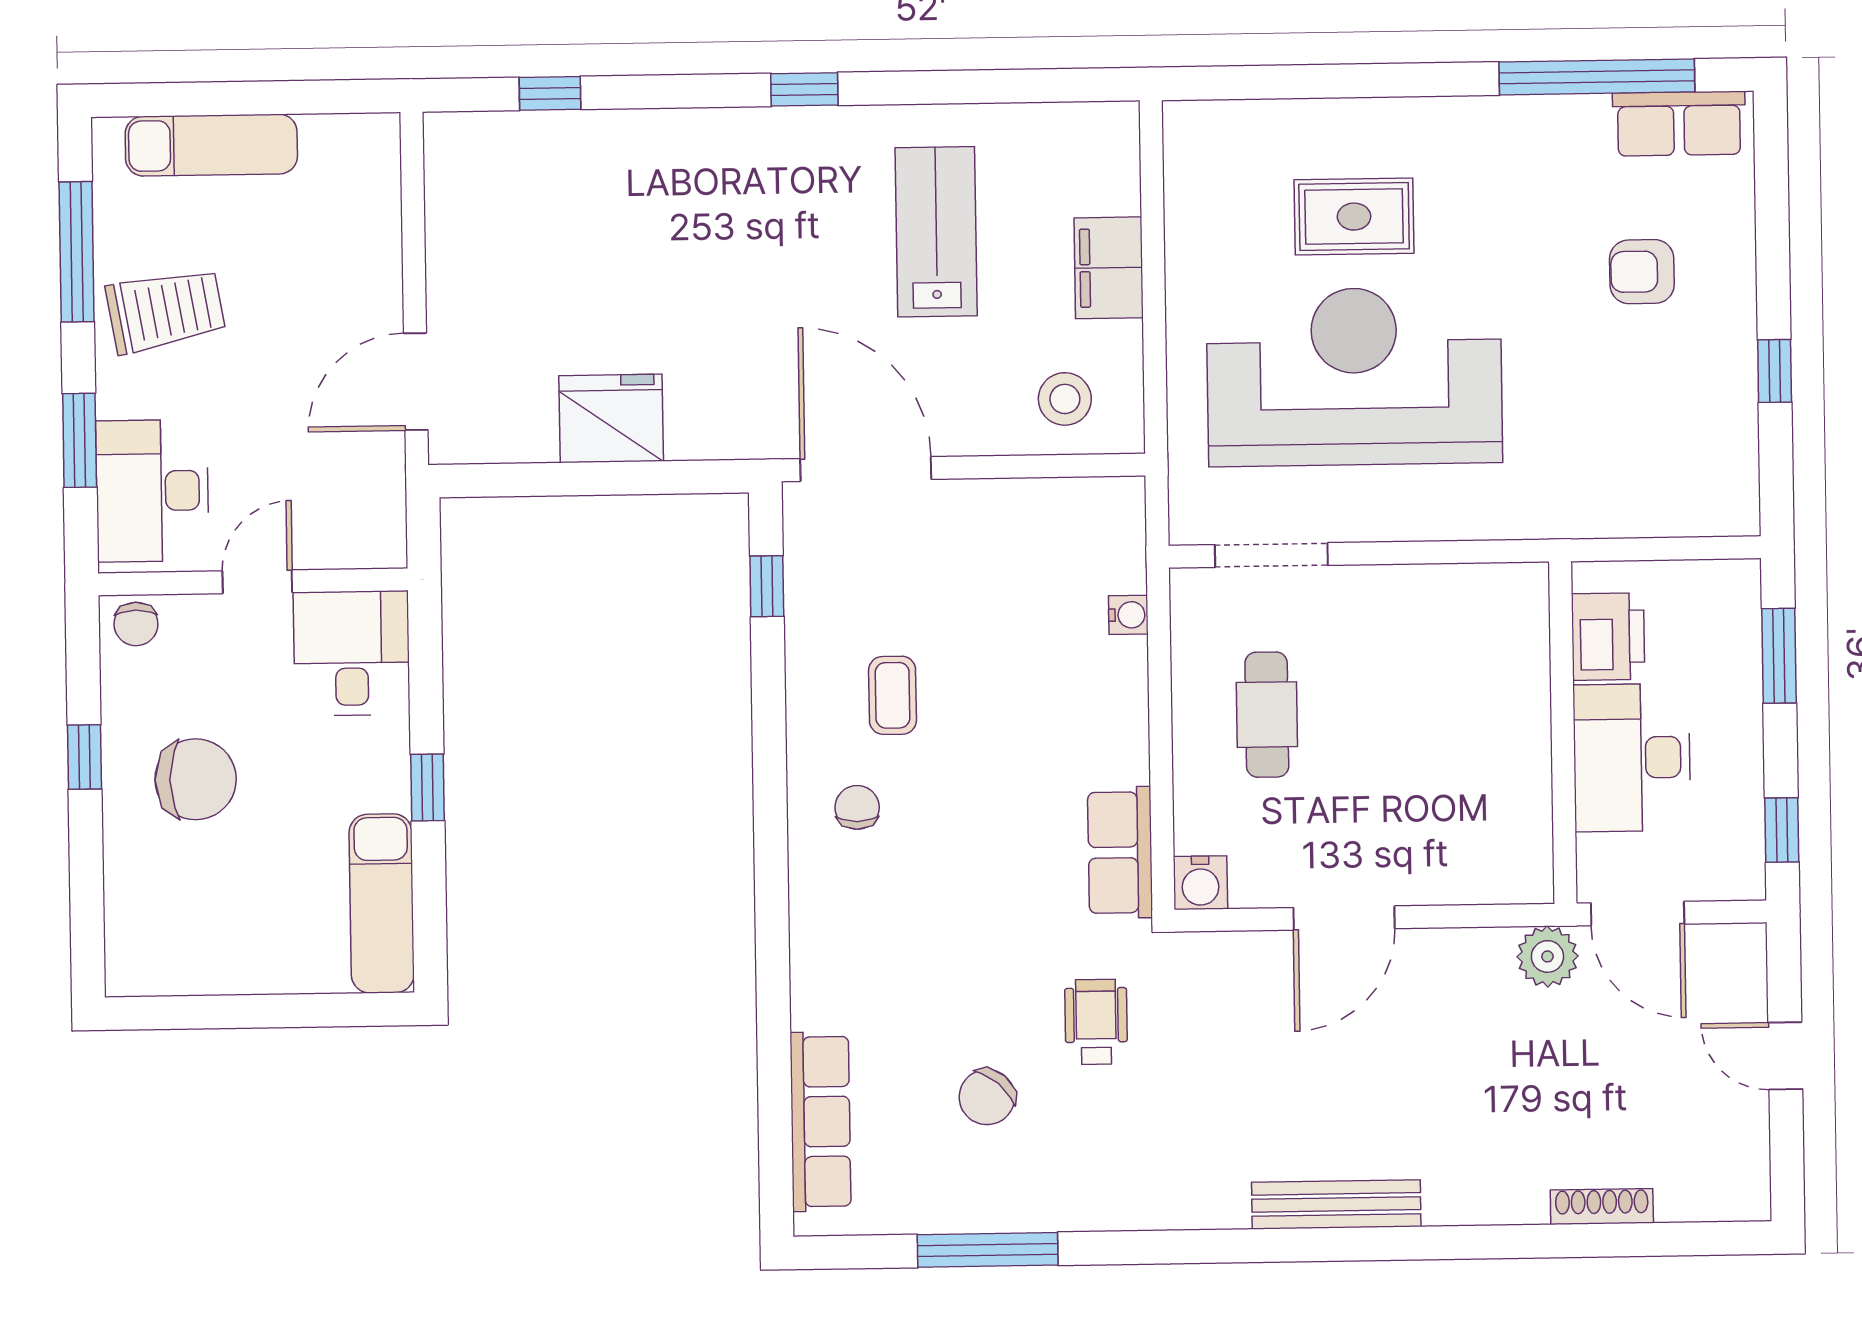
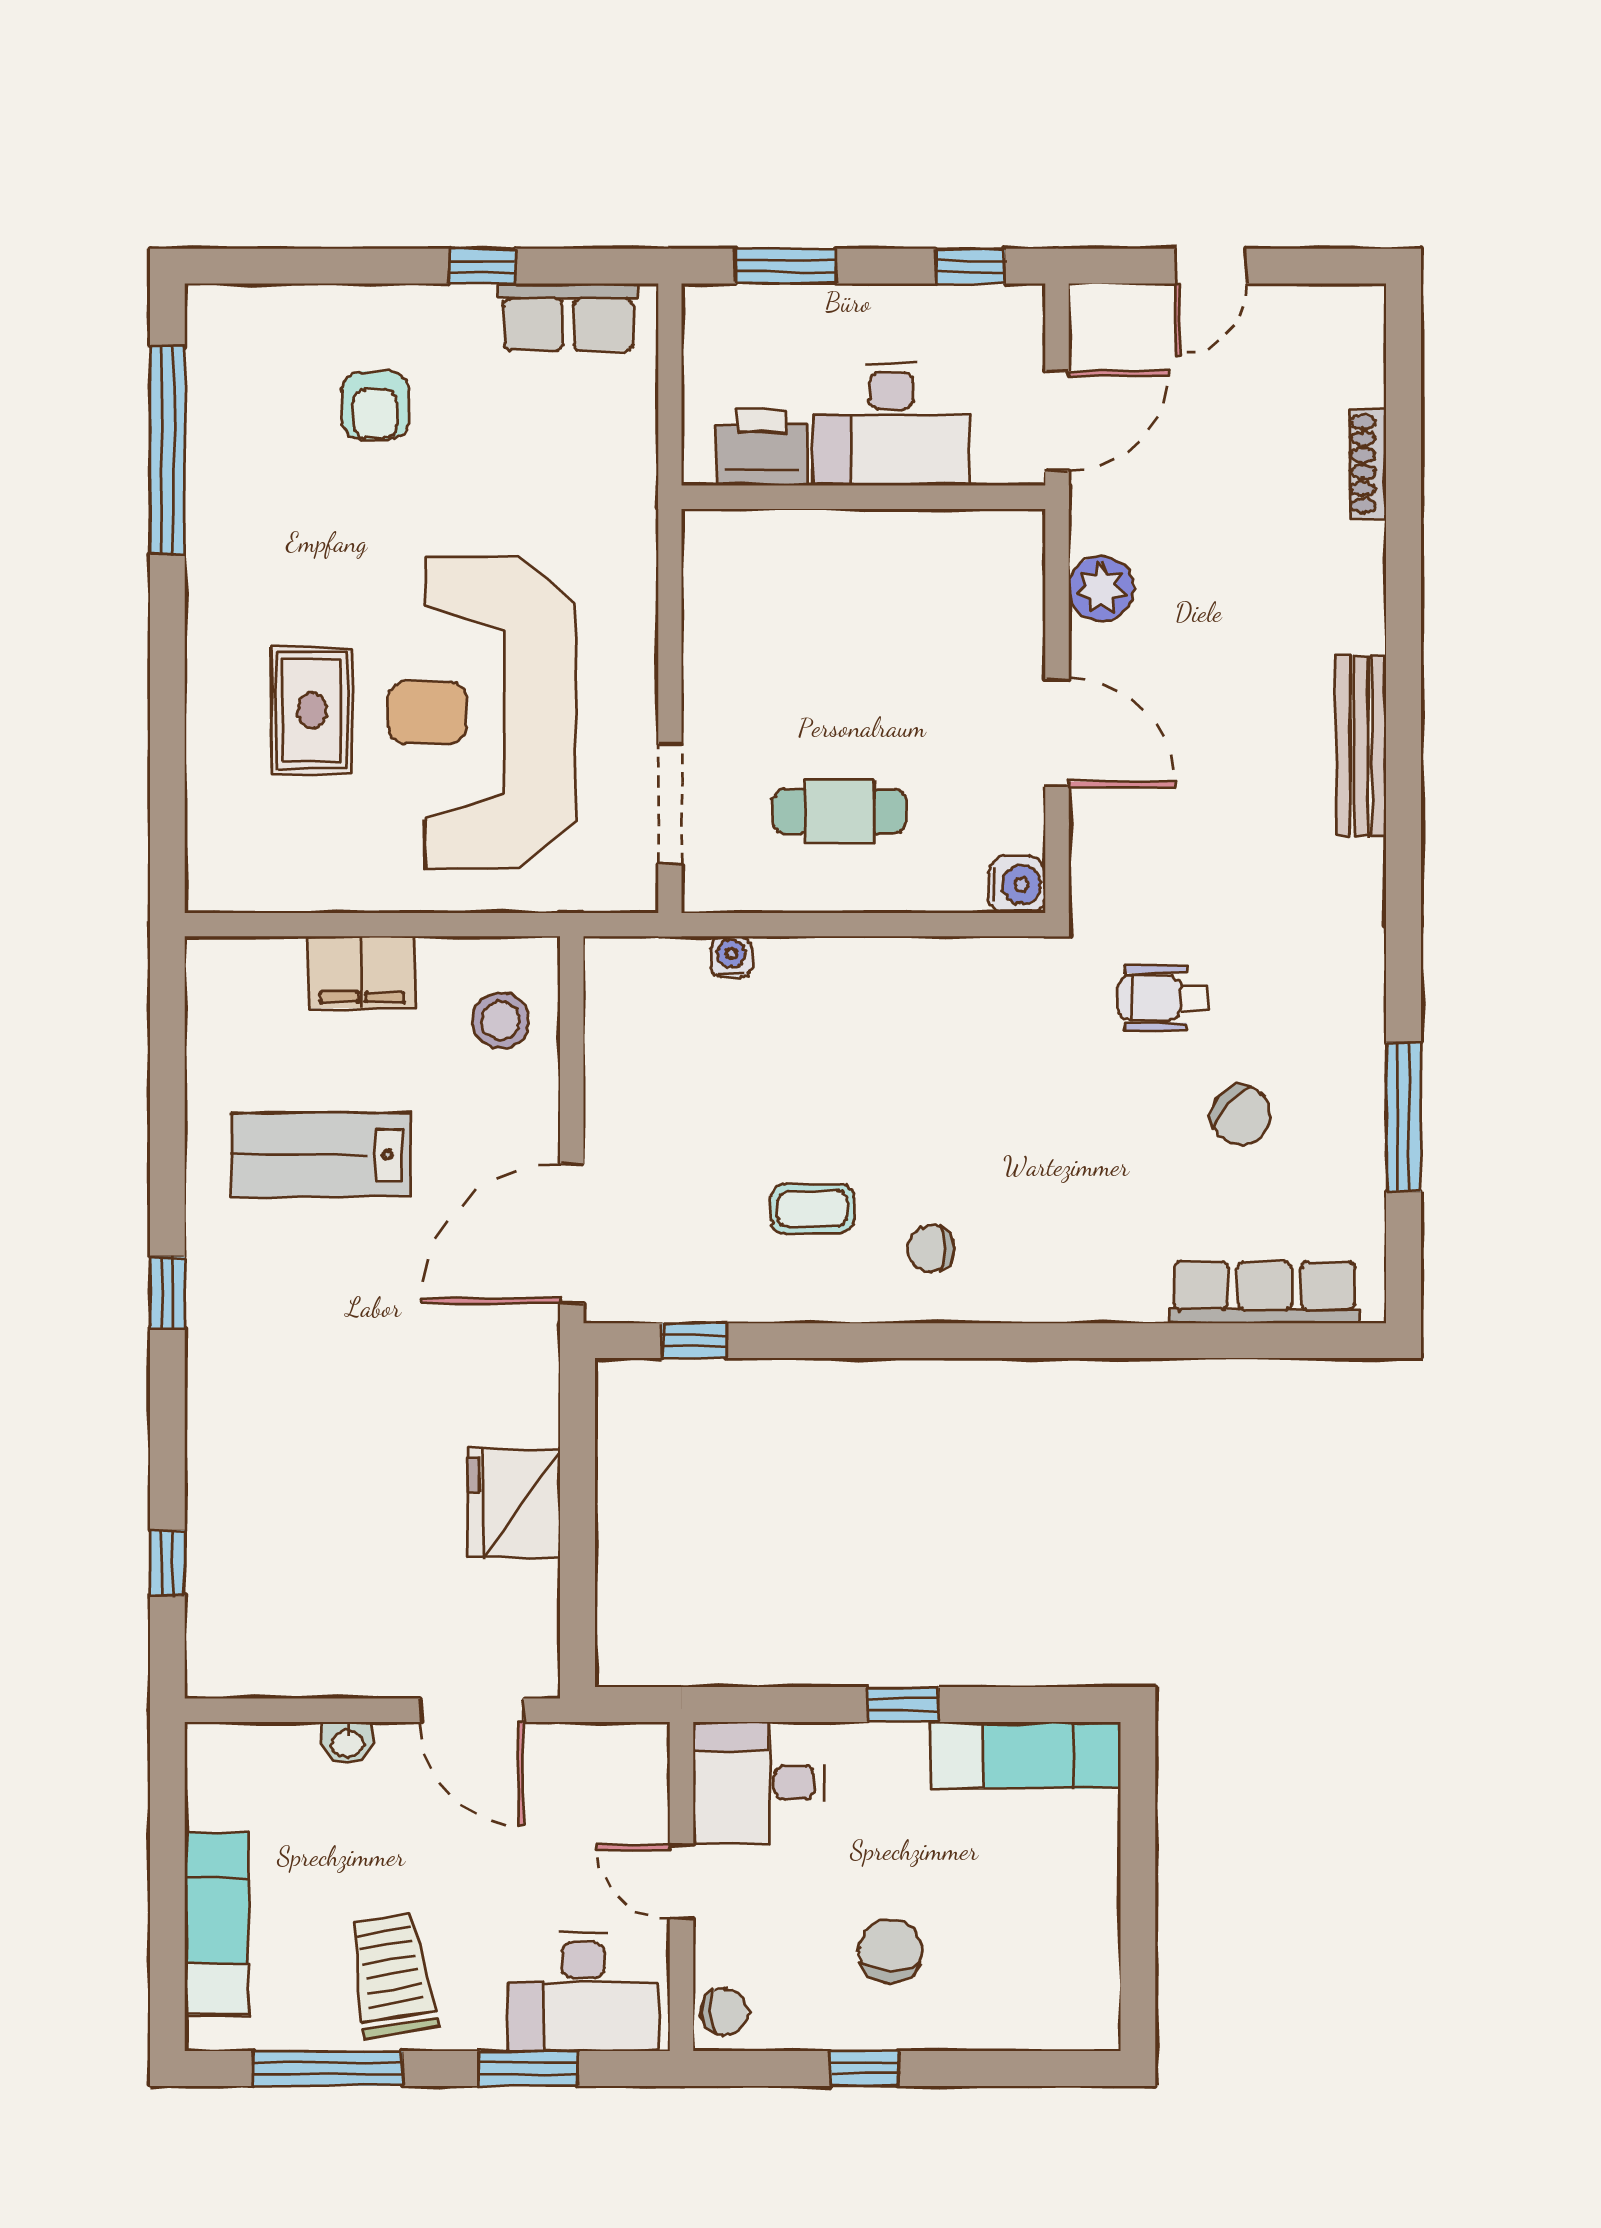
row of seats: (1679, 124) -> (568, 317), moved, turned 90
washbasin: (384, 265) -> (347, 1743), added
chair: (196, 779) -> (890, 1951), width x0.73, depth x0.73
row of seats: (1120, 852) -> (984, 970), removed
plant: (1547, 956) -> (1101, 589), moved

